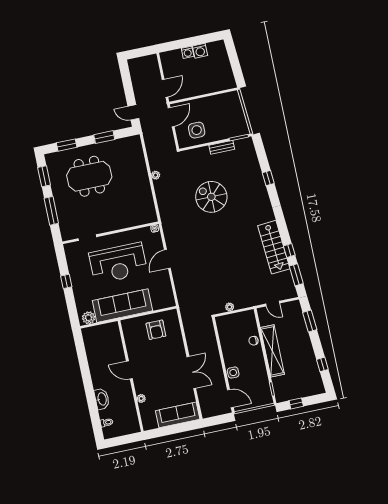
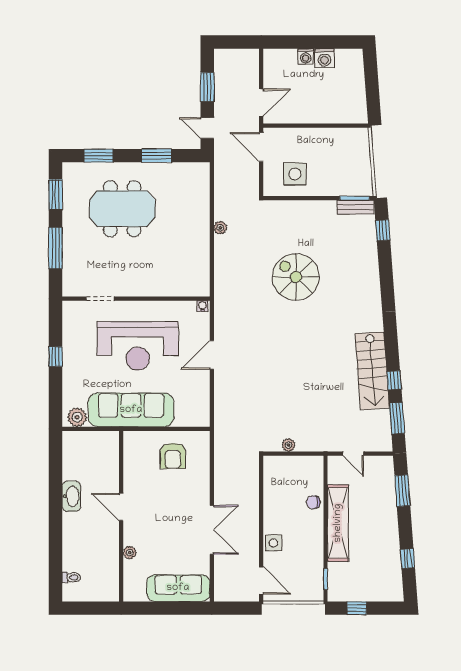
window: (128, 86) -> (207, 87), added
door: (171, 117) -> (261, 147), swing flipped
bench: (222, 147) -> (355, 207), moved
window: (268, 178) -> (383, 230), moved
washbasin: (102, 399) -> (71, 496), moved

